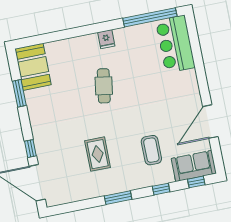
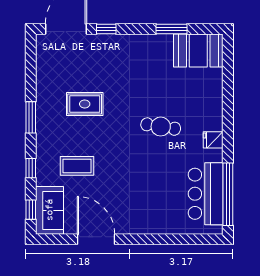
bar counter: (175, 44) -> (206, 194), moved, turned -90

